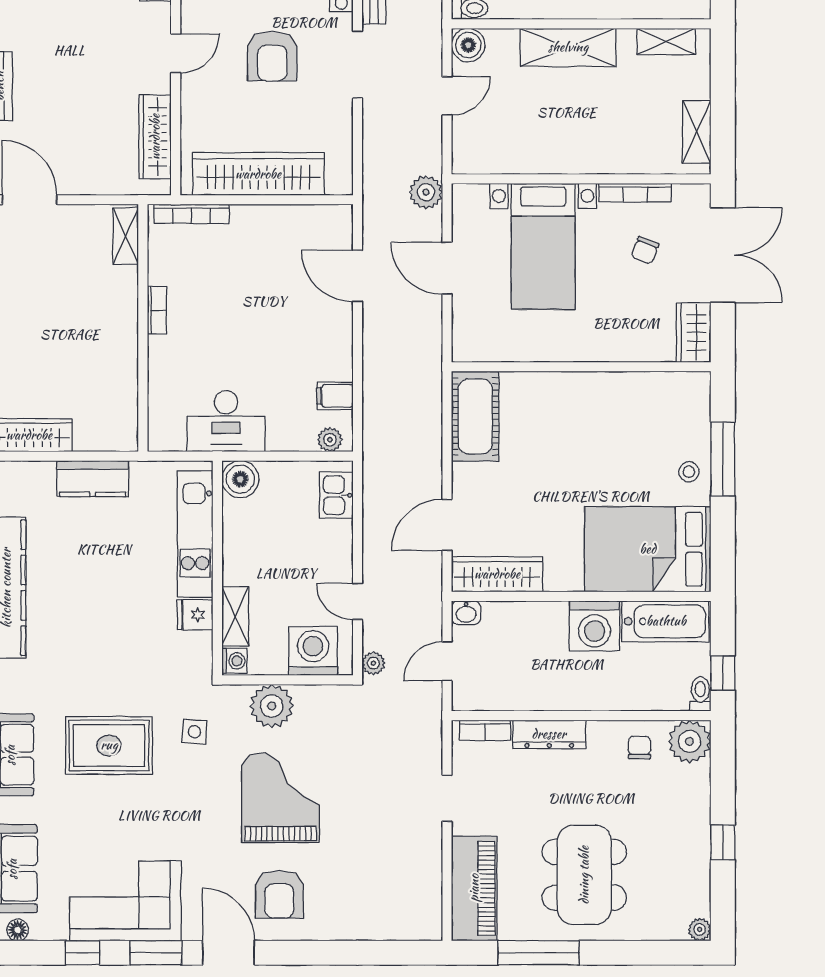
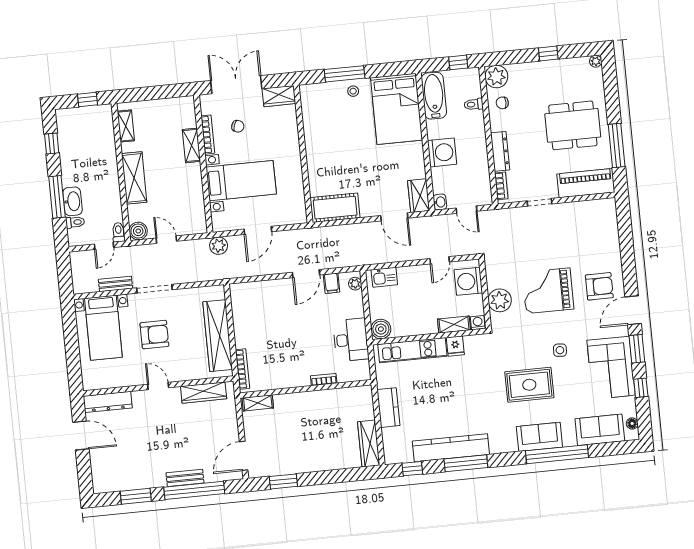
shelving: (697, 132) -> (191, 145), moved, turned 90
door: (358, 276) -> (306, 274), moved
bookcase: (157, 310) -> (324, 380), moved
wardrobe: (497, 574) -> (419, 196), width x0.67
washing machine: (595, 626) -> (442, 152), moved
plant: (373, 663) -> (472, 249), removed
toilet: (700, 694) -> (474, 104), moved
side table: (194, 732) -> (560, 350), moved
rug: (109, 745) -> (529, 385), turned 90

